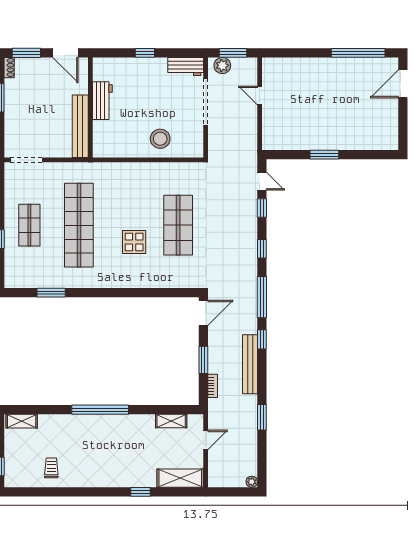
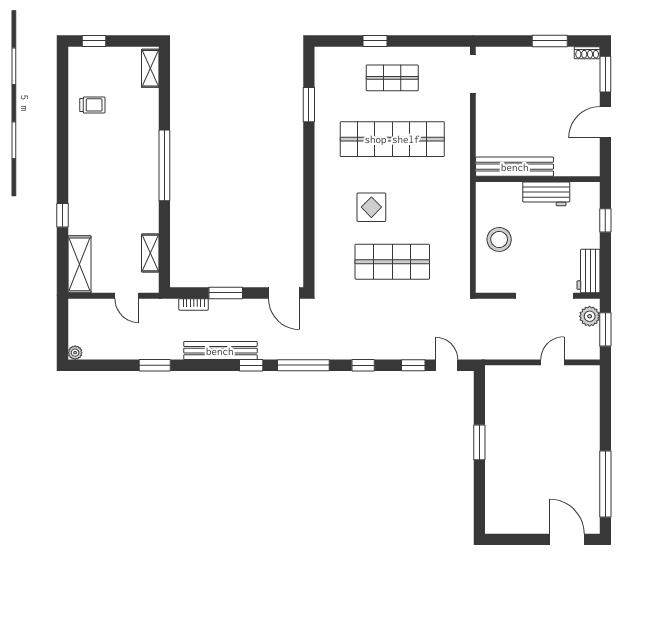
workbench: (102, 101) -> (546, 194), moved
wall: (90, 107) -> (538, 179), moved
bench: (80, 126) -> (515, 167), moved
door: (262, 181) -> (447, 365), swing flipped

